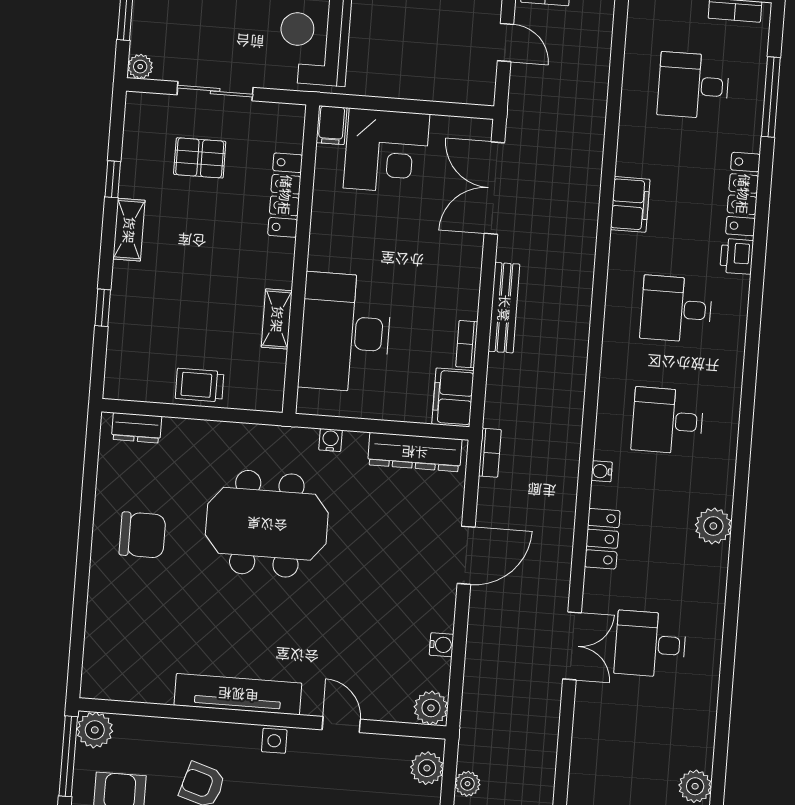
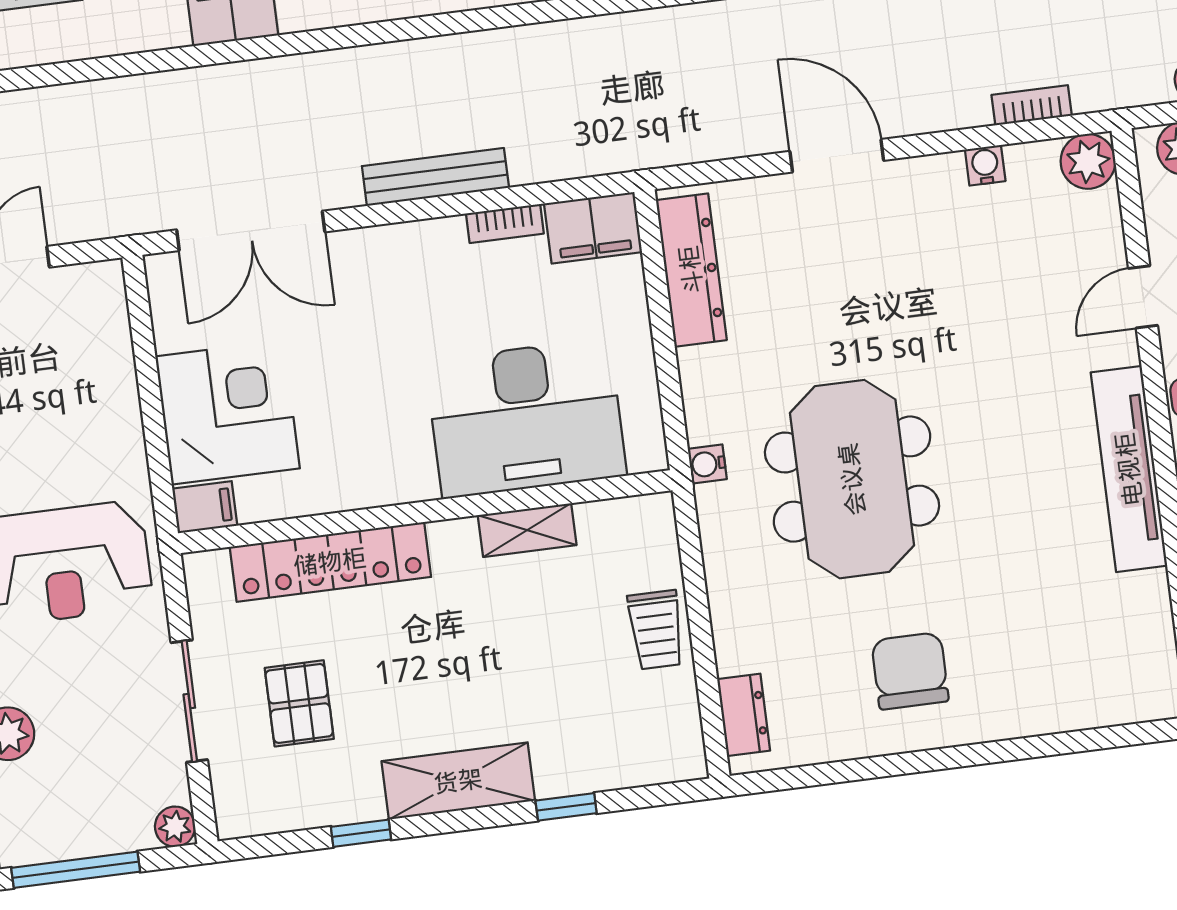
locker: (285, 195) -> (330, 562), width x1.41, depth x1.21
shelving: (129, 230) -> (458, 781), width x1.50, depth x1.33
water cooler: (330, 440) -> (707, 464), moved
bookcase: (490, 453) -> (1032, 105), moved

